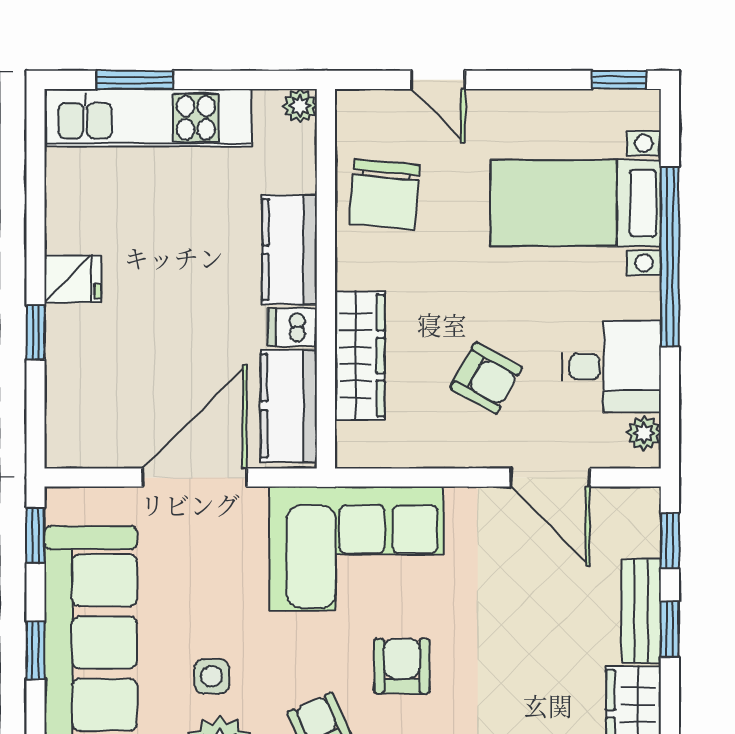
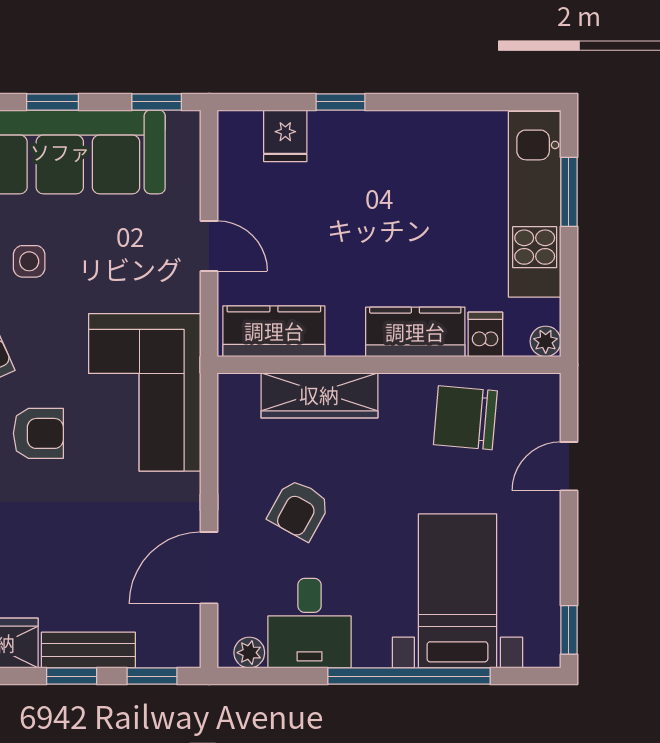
fridge: (73, 279) -> (285, 136), moved
dishwasher: (292, 327) -> (485, 334), moved
door: (195, 477) -> (209, 246), width x0.53

